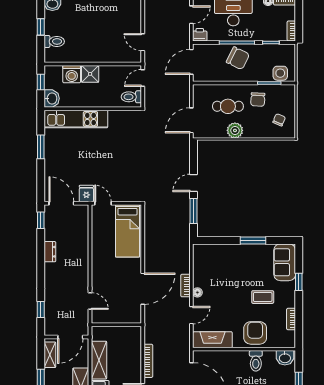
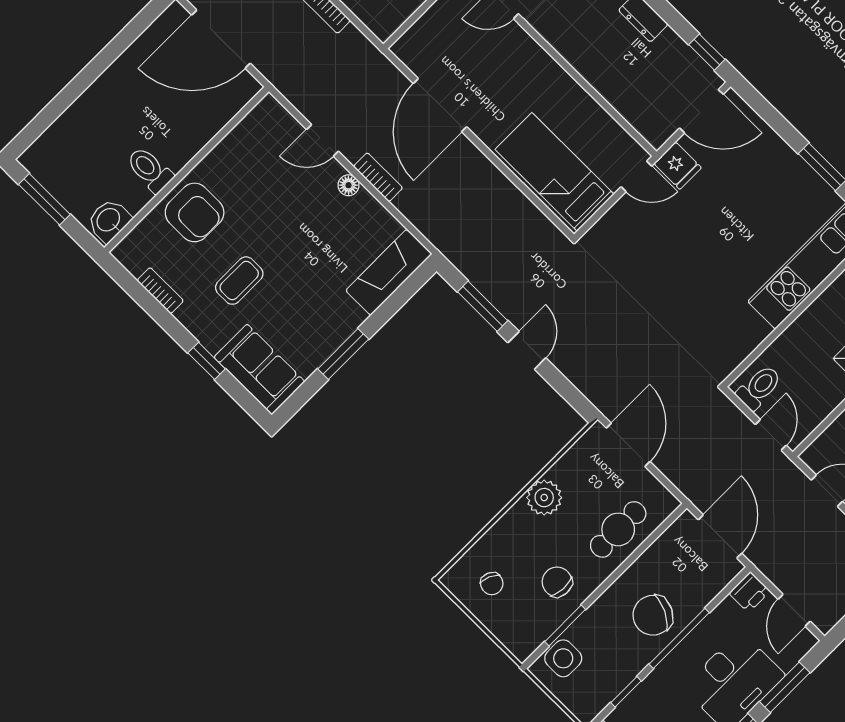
cafe table: (228, 106) -> (618, 529), moved
door: (191, 315) -> (322, 140), hinge flipped
fireplace: (212, 340) -> (389, 272), moved, turned 180

